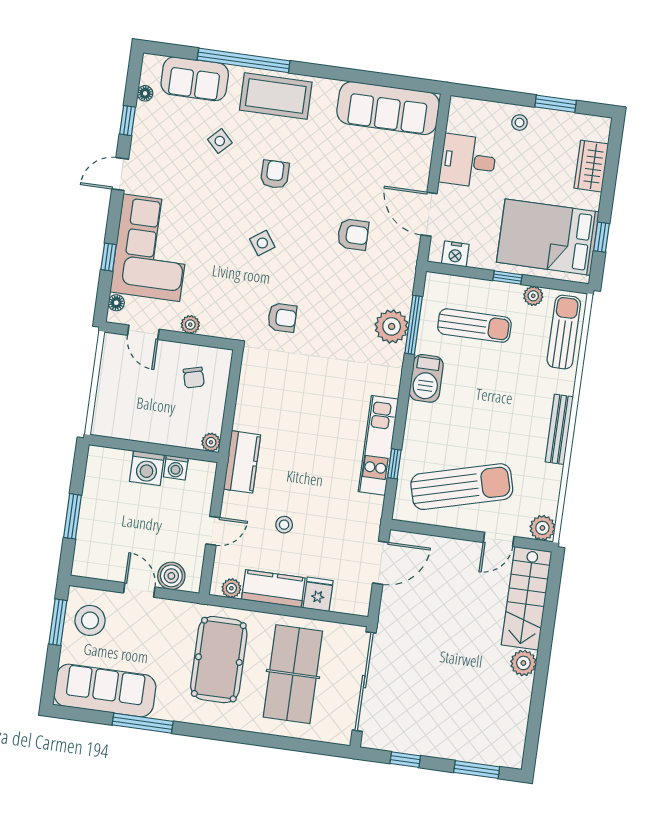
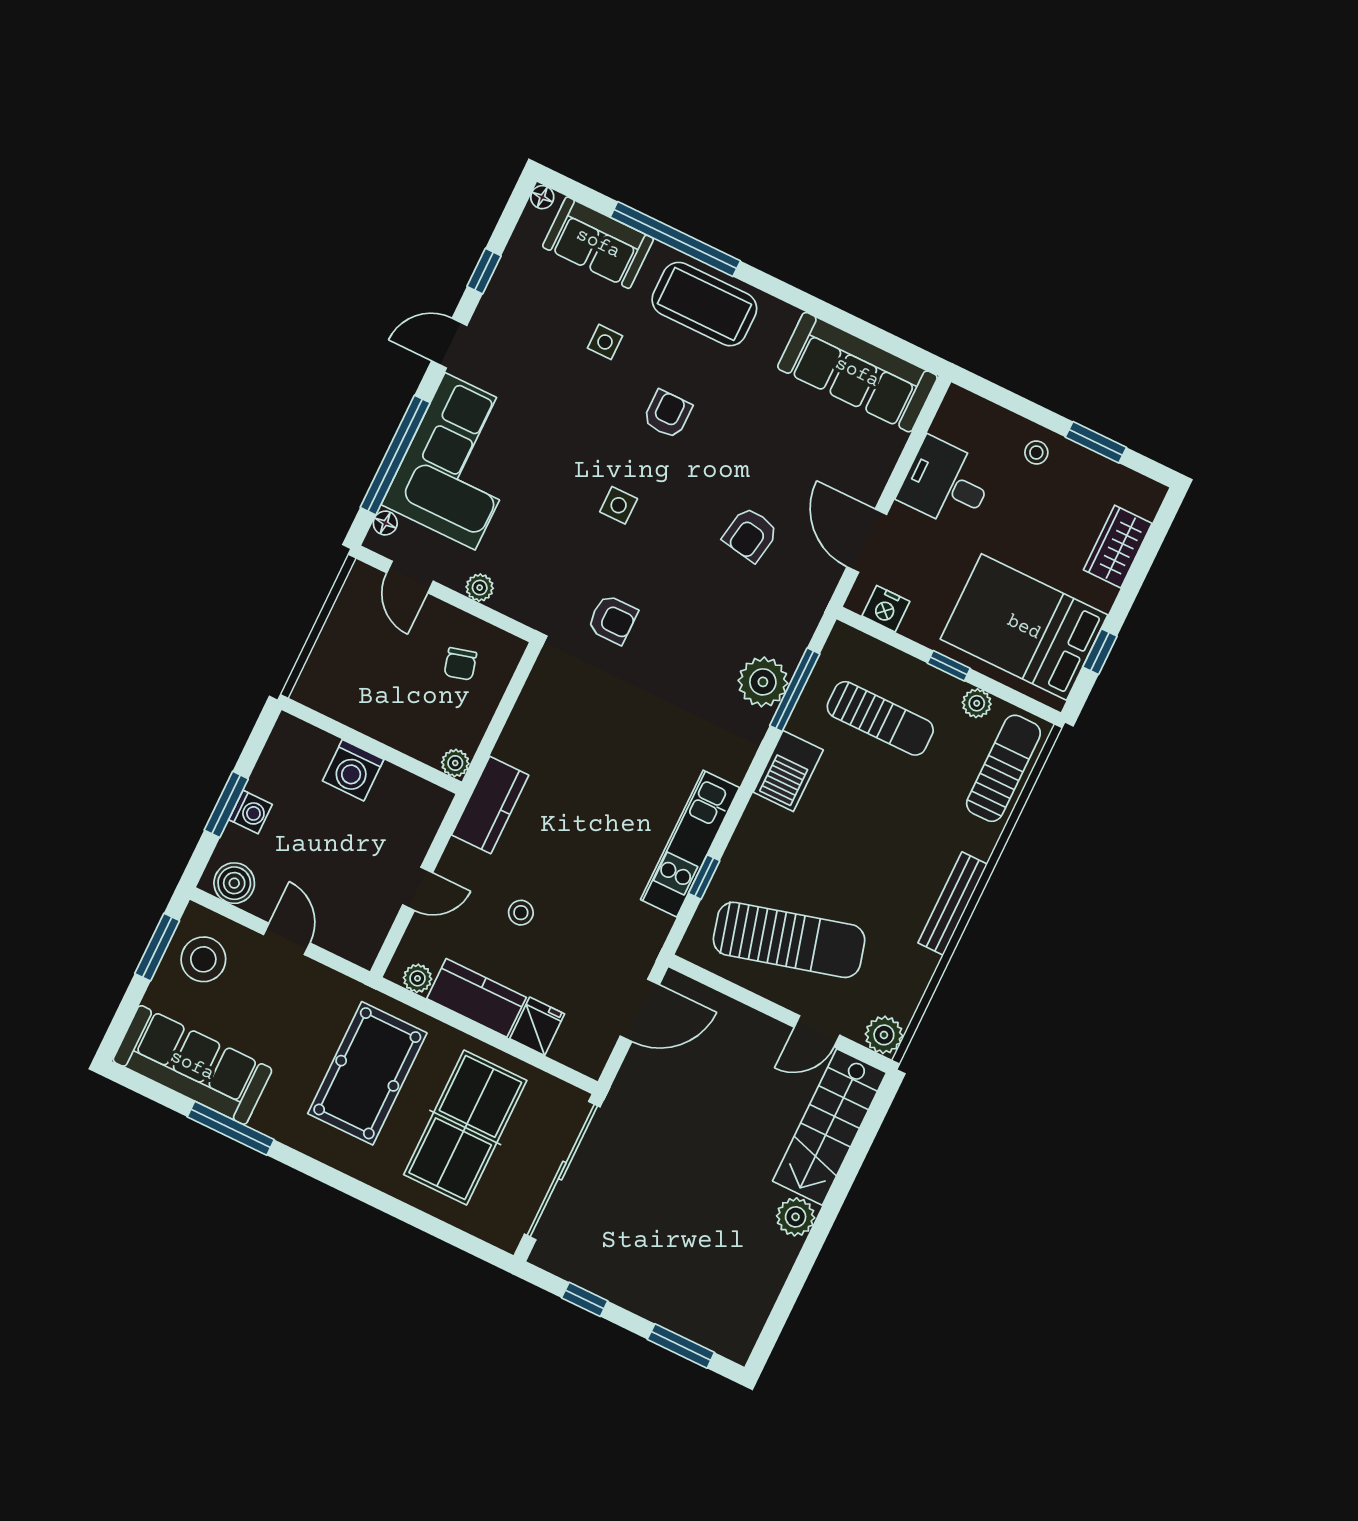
floor lamp: (145, 93) -> (542, 197), moved
side table: (220, 141) -> (605, 342), turned 45
armchair: (353, 234) -> (750, 534), turned 100
side table: (262, 243) -> (619, 505), turned 35
window: (109, 257) -> (395, 455), width x3.17
washing machine: (176, 468) -> (251, 812), moved, turned -90
boiler: (171, 576) -> (234, 883), moved

